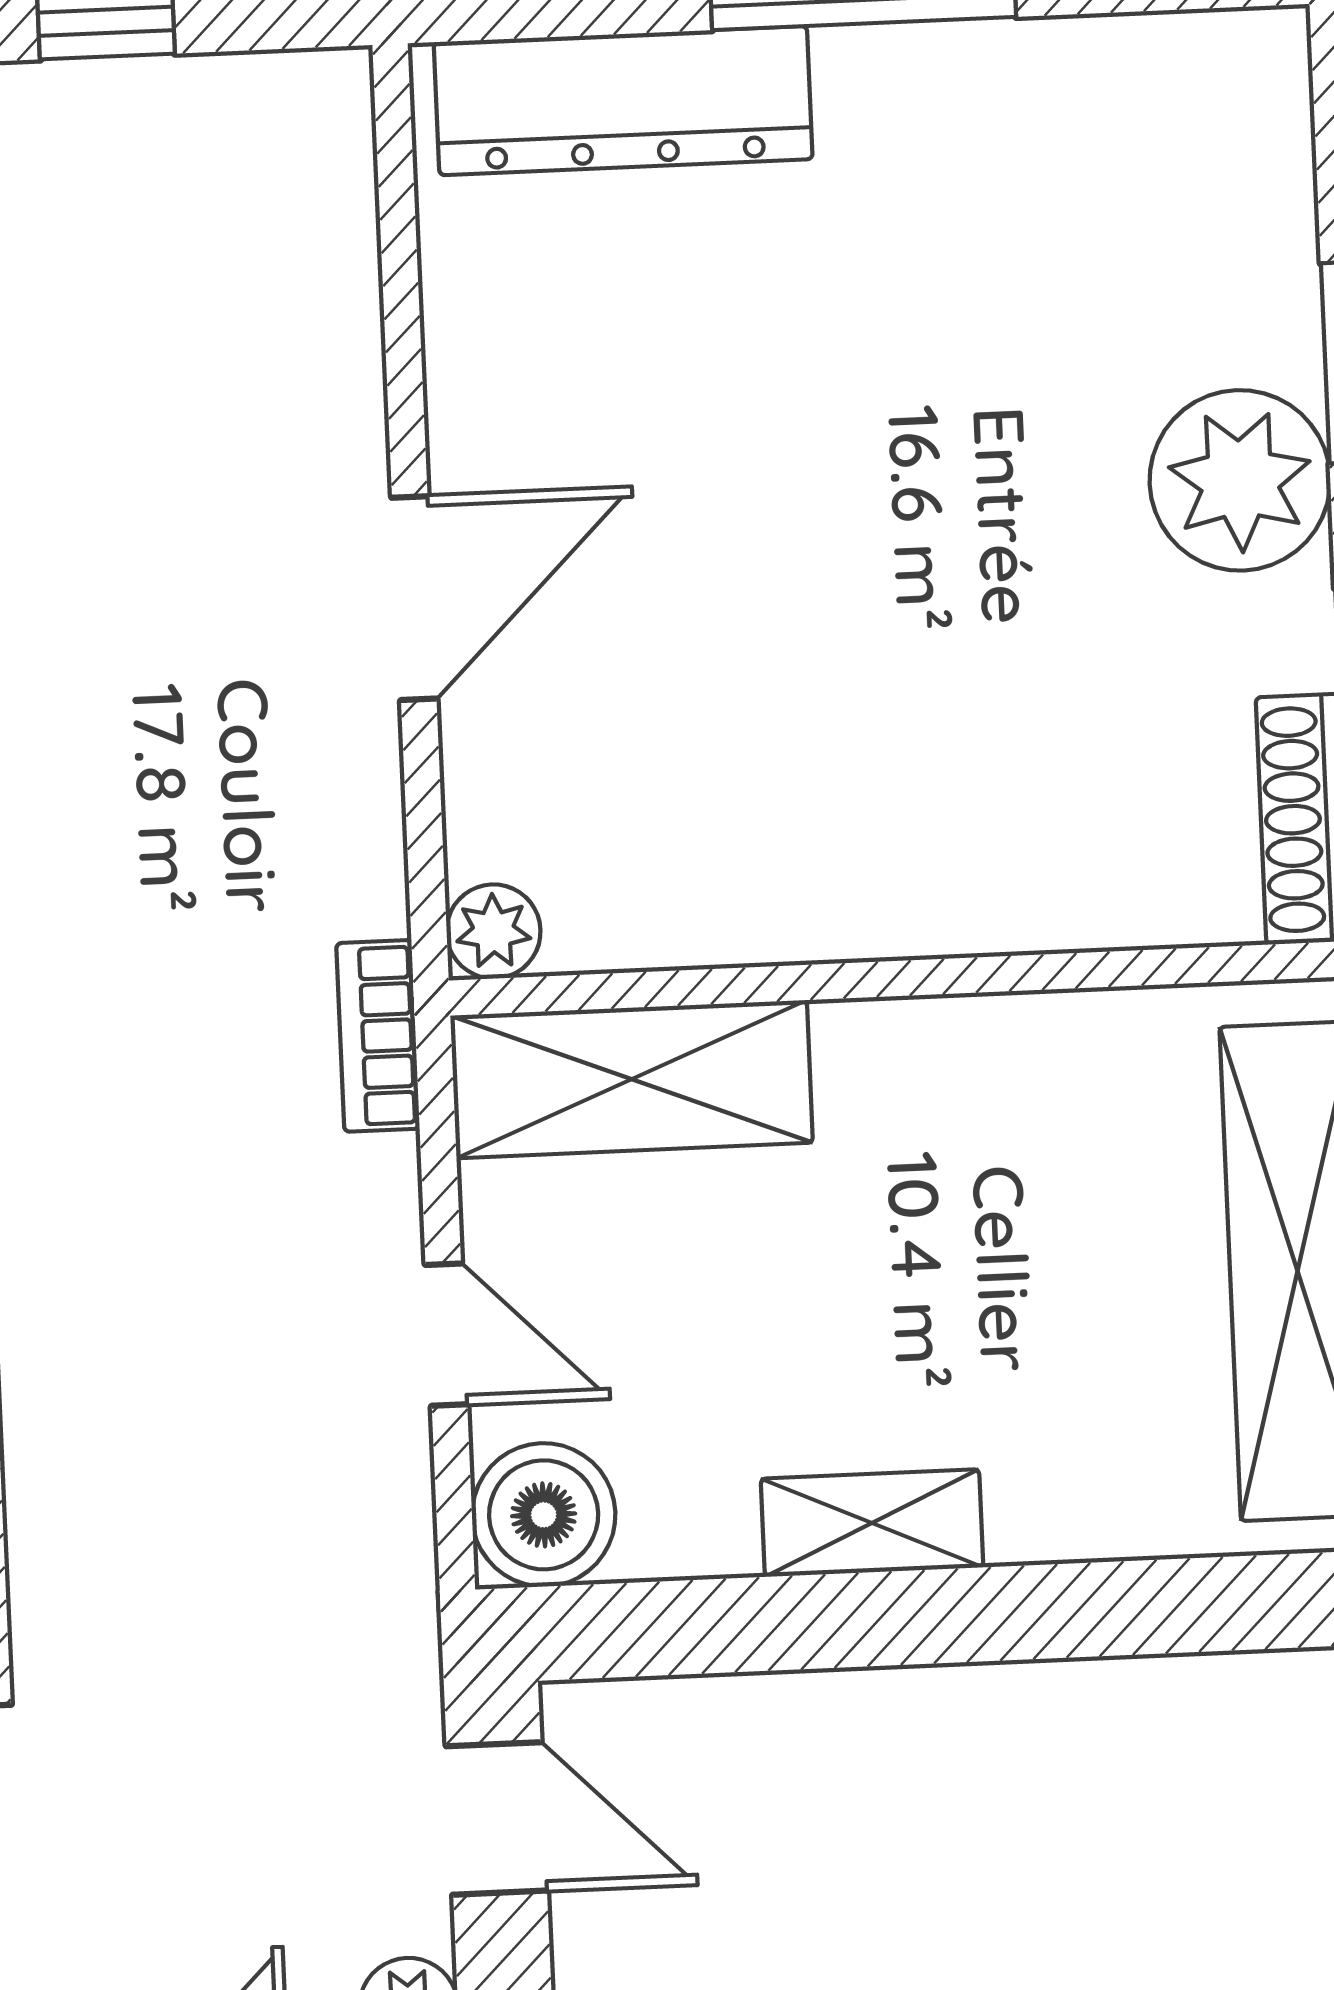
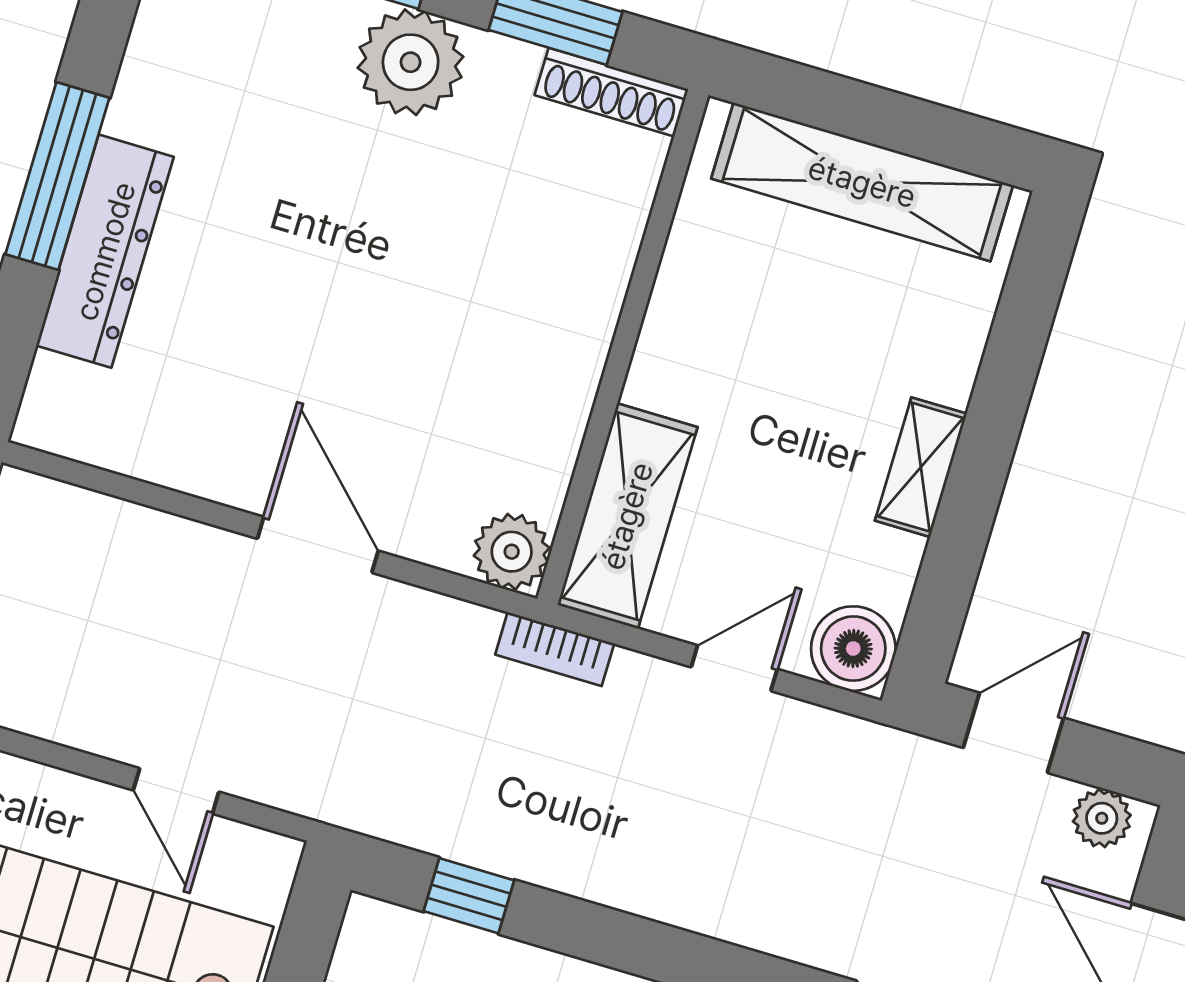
dresser: (623, 101) -> (105, 251), moved
plant: (493, 931) -> (512, 552), width x1.38, depth x1.38

